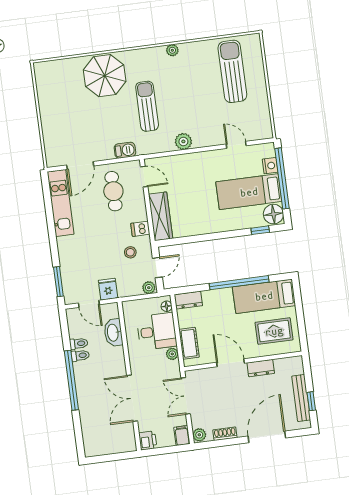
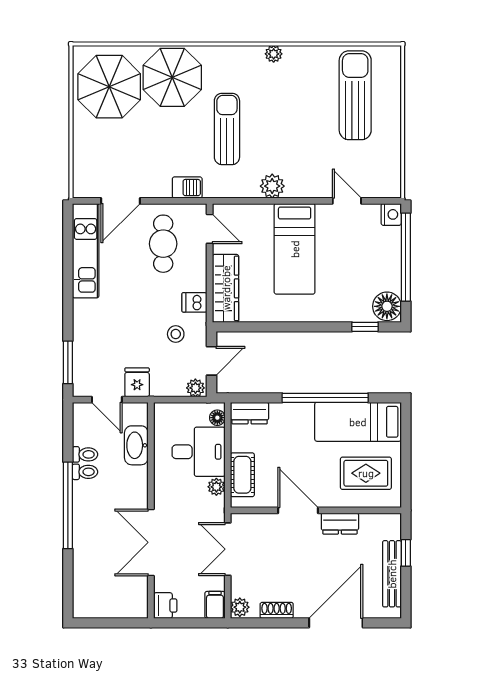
parasol: (62, 88) -> (109, 87), added
nightstand: (270, 166) -> (391, 214), moved
bed: (249, 192) -> (295, 249), moved, turned -90
window: (311, 401) -> (406, 553), moved

